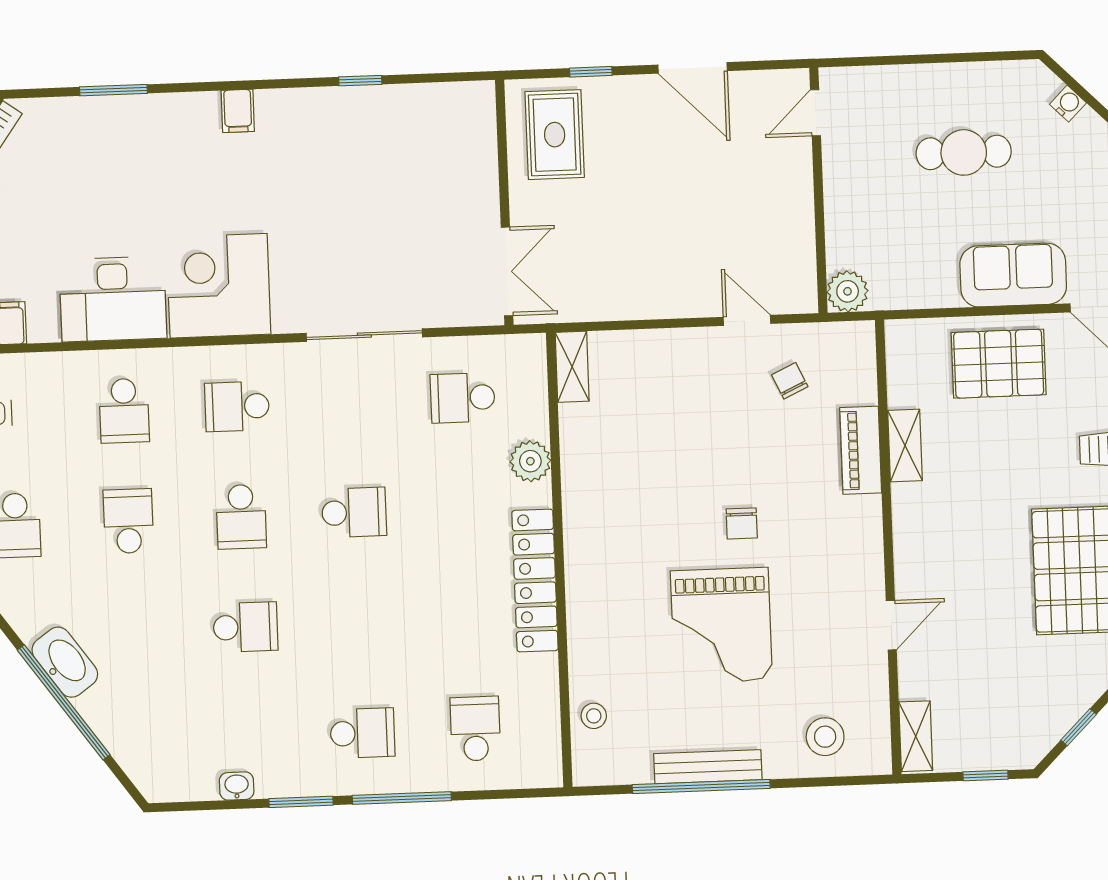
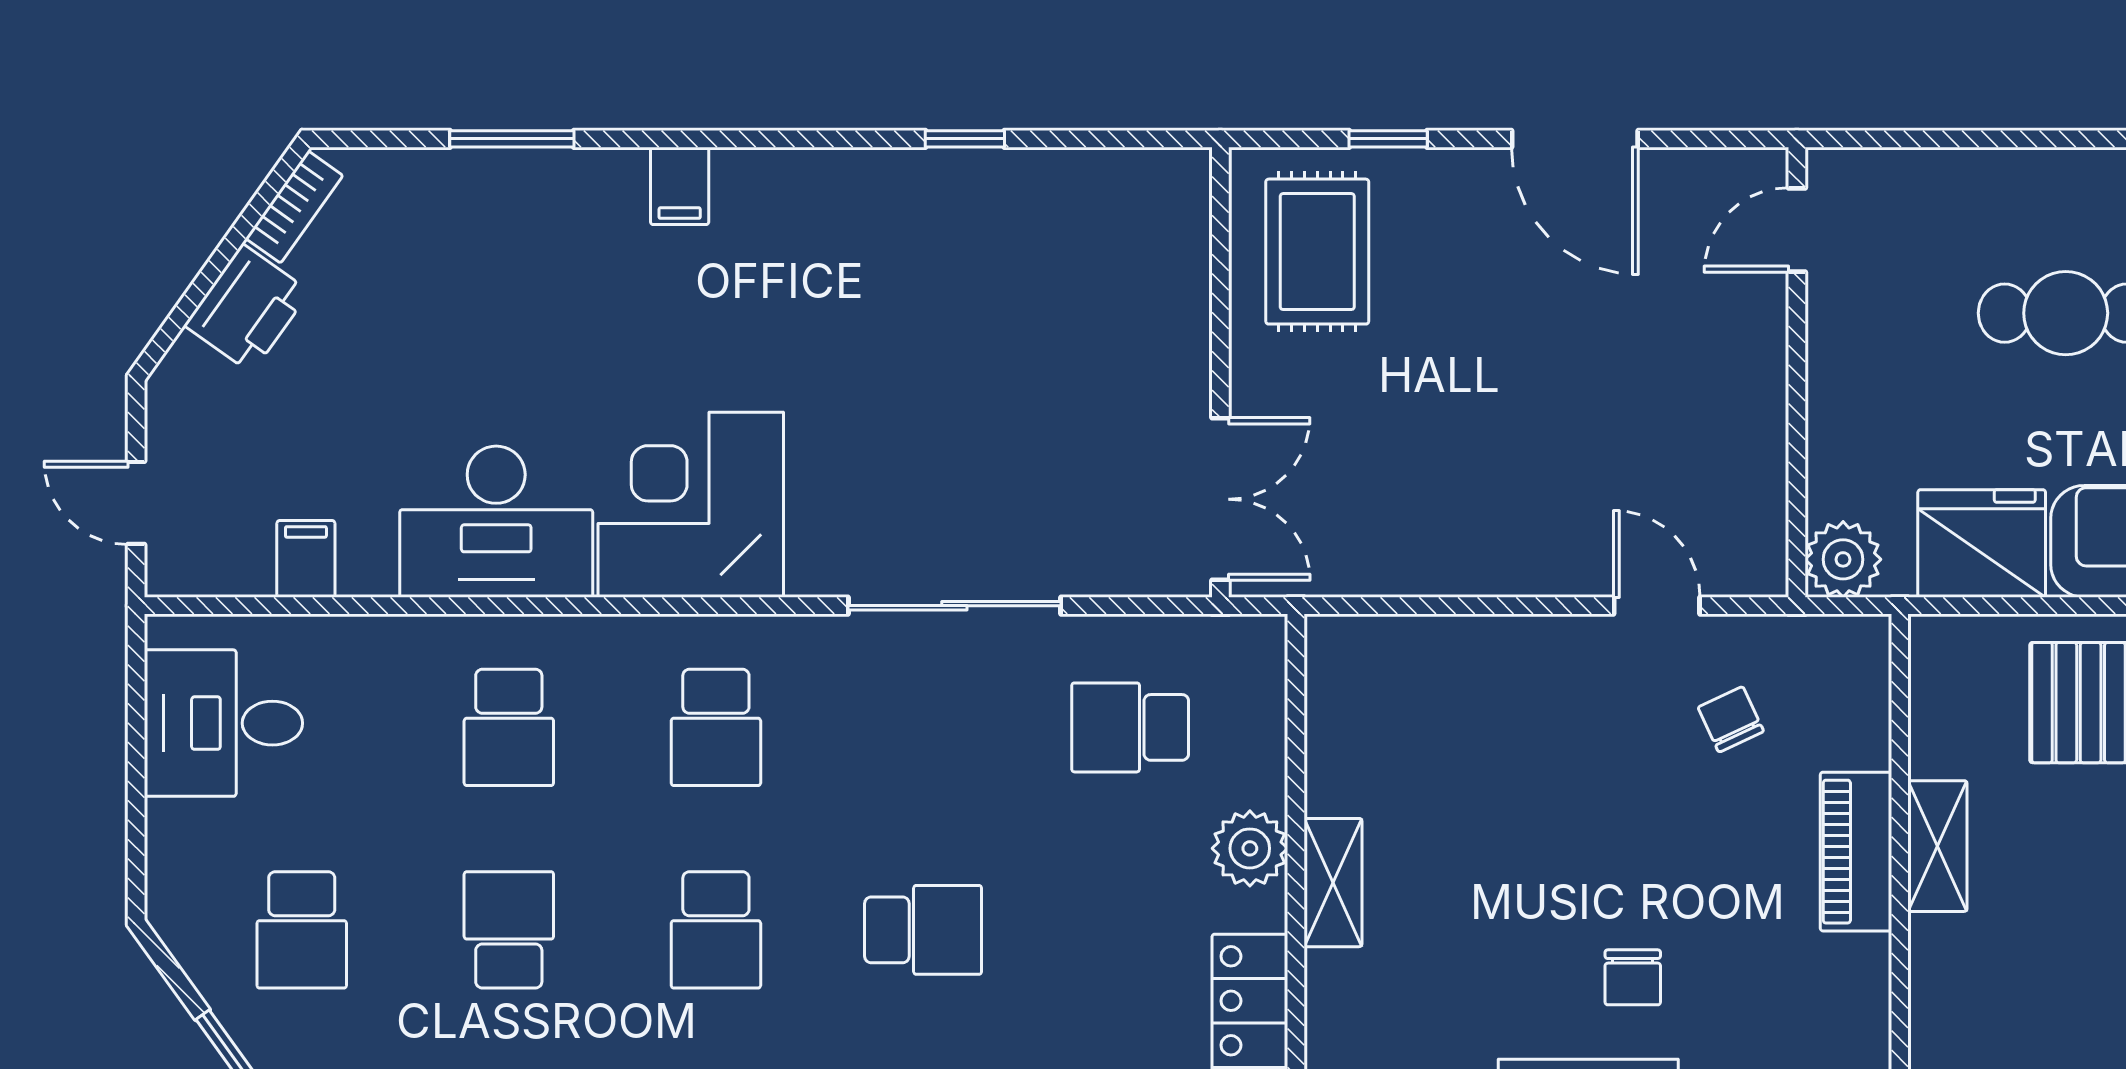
filing cabinet: (238, 111) -> (680, 186), moved
fridge: (923, 280) -> (1982, 543), added
shelving: (572, 367) -> (1333, 883), moved
school desk: (237, 406) -> (716, 727), turned -90

